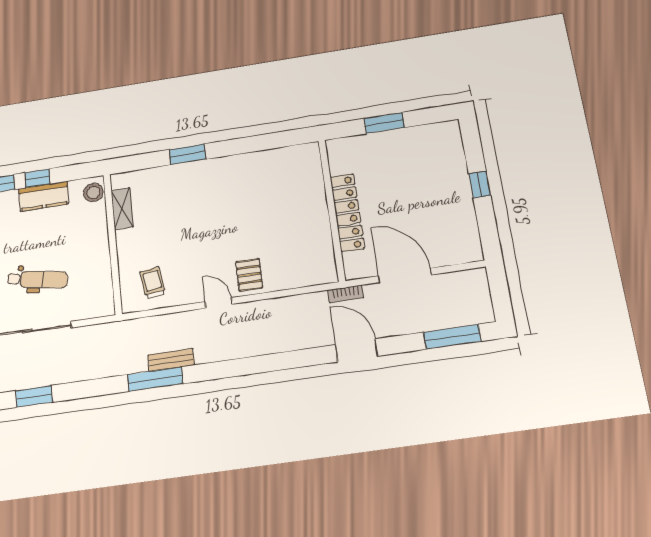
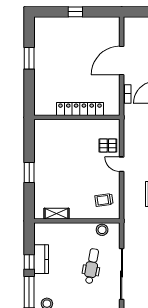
stool: (93, 192) -> (102, 230), moved
wall: (332, 210) -> (77, 117), moved
locker: (347, 213) -> (80, 109), moved
door: (219, 303) -> (122, 164), hinge flipped

